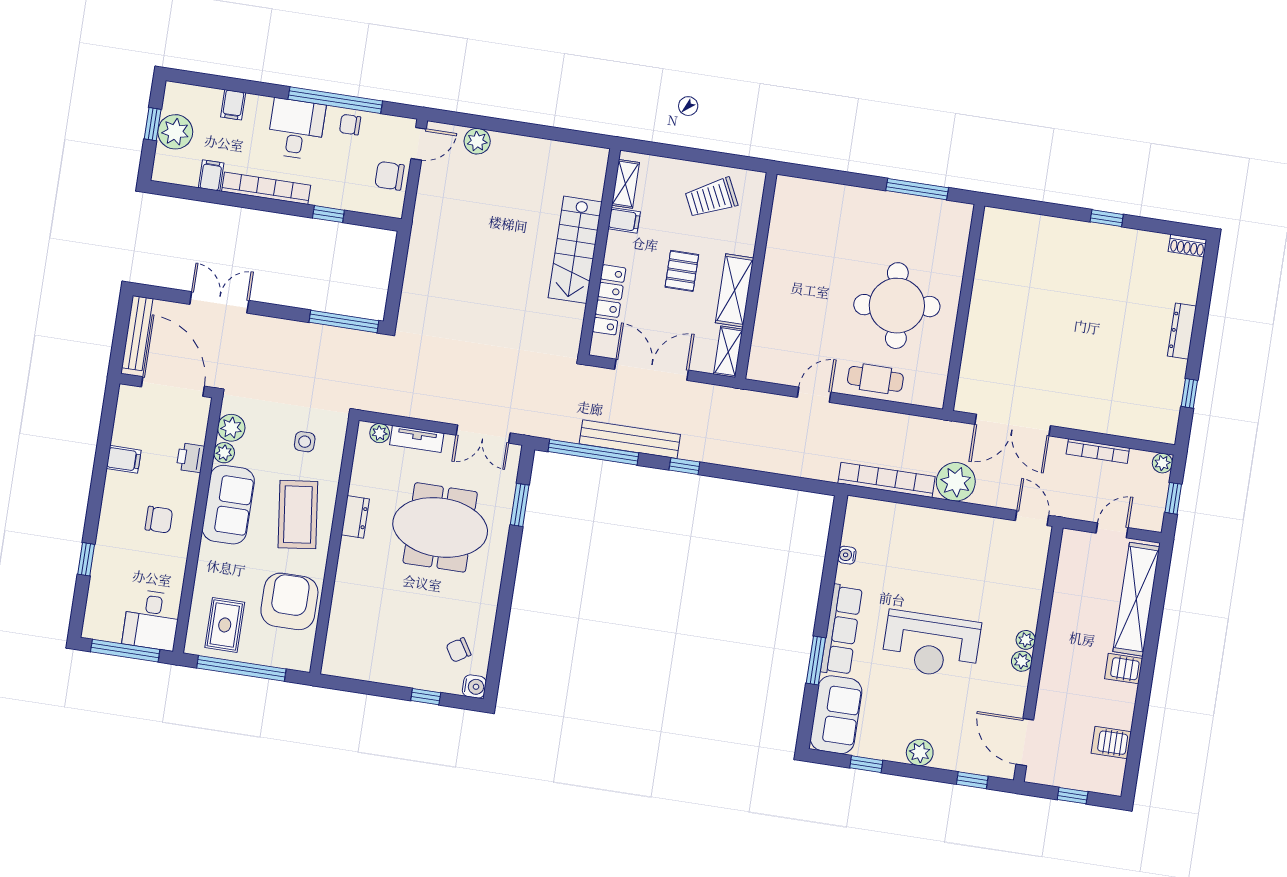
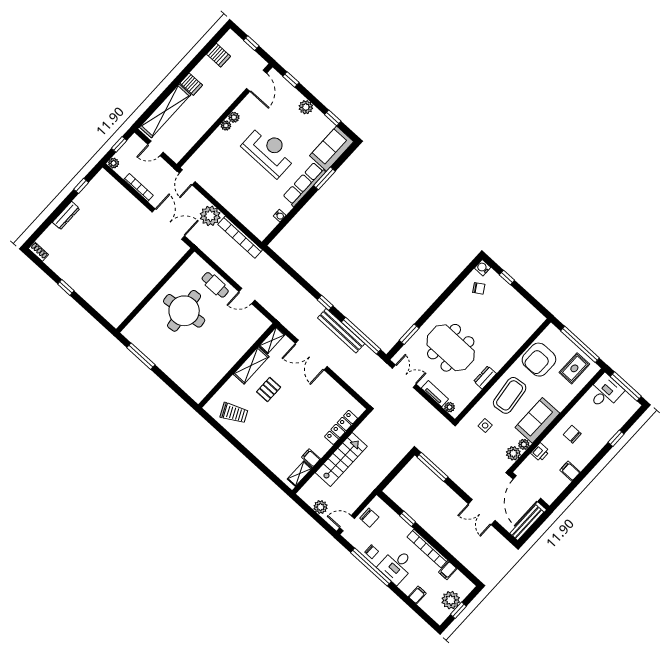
shelving: (626, 184) -> (300, 474), moved
filing cabinet: (624, 220) -> (311, 458), moved
stairs: (575, 250) -> (341, 459), moved
wall: (600, 252) -> (331, 451), moved
locker: (609, 300) -> (341, 427), moved

